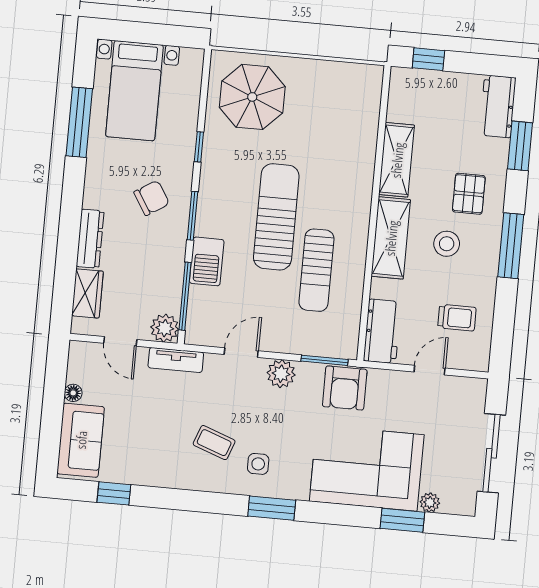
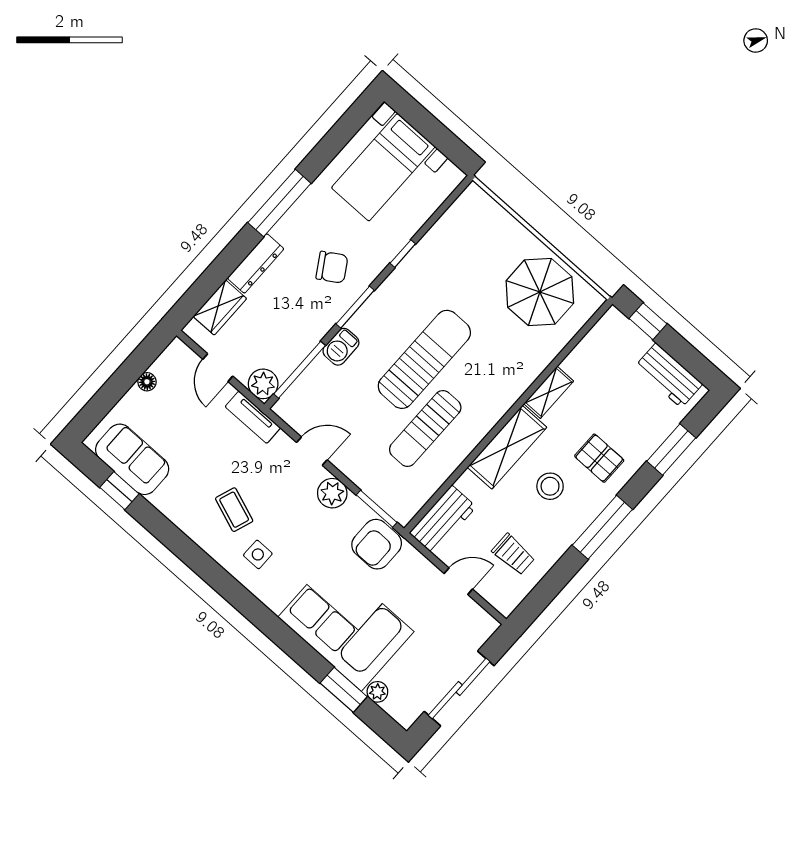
parasol: (252, 97) -> (540, 292), moved
workbench: (498, 106) -> (669, 375), moved, turned -90
window: (79, 122) -> (279, 203), moved
shelving: (397, 160) -> (549, 392), width x0.67, depth x0.75
pallet: (469, 194) -> (599, 458), turned 90
barbecue: (207, 261) -> (341, 347), width x0.73, depth x0.79
sofa: (81, 440) -> (132, 459), moved, turned -90
window: (272, 508) -> (242, 600), removed

